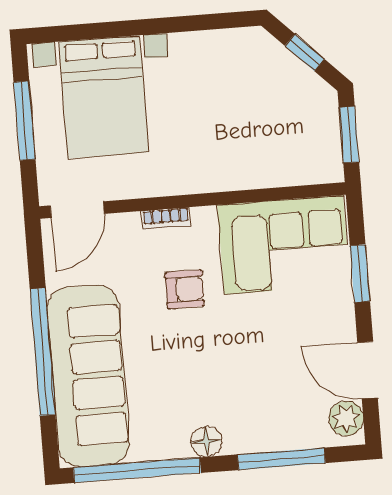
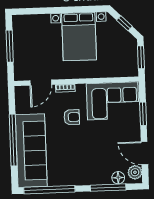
bed with nightstands: (104, 97) -> (79, 37), moved
door: (77, 210) -> (41, 83), moved
floor lamp: (206, 441) -> (118, 178), moved

